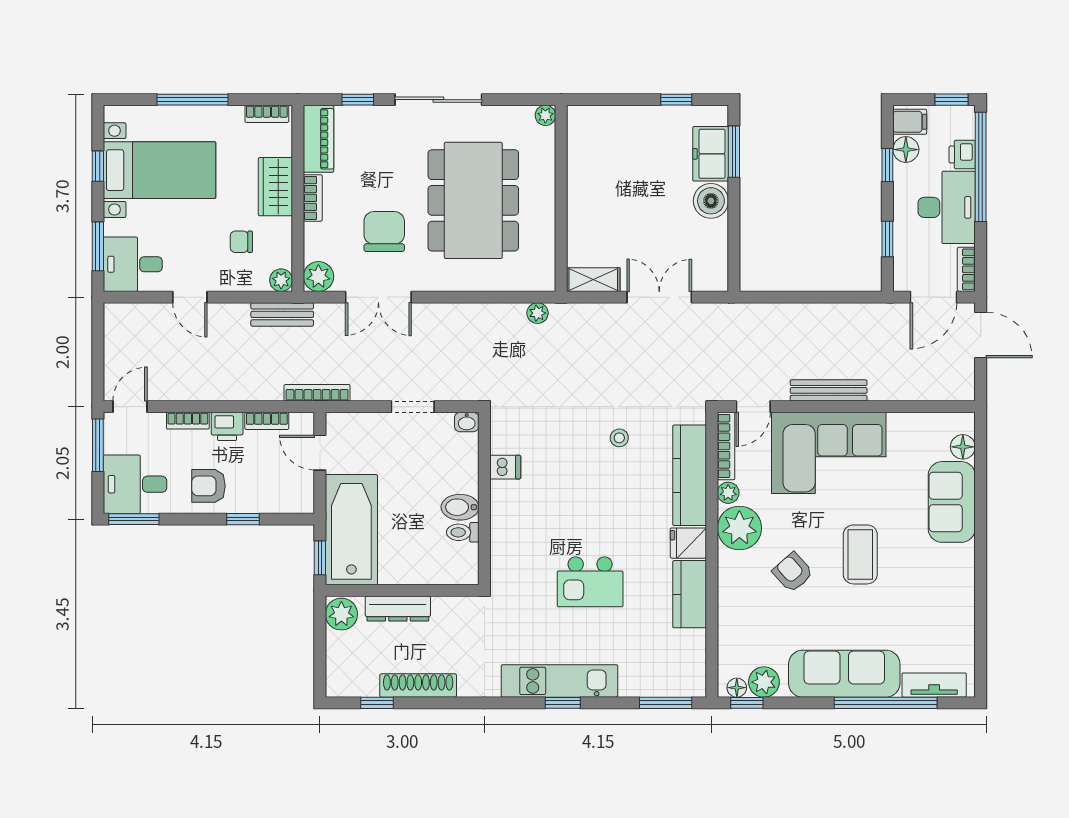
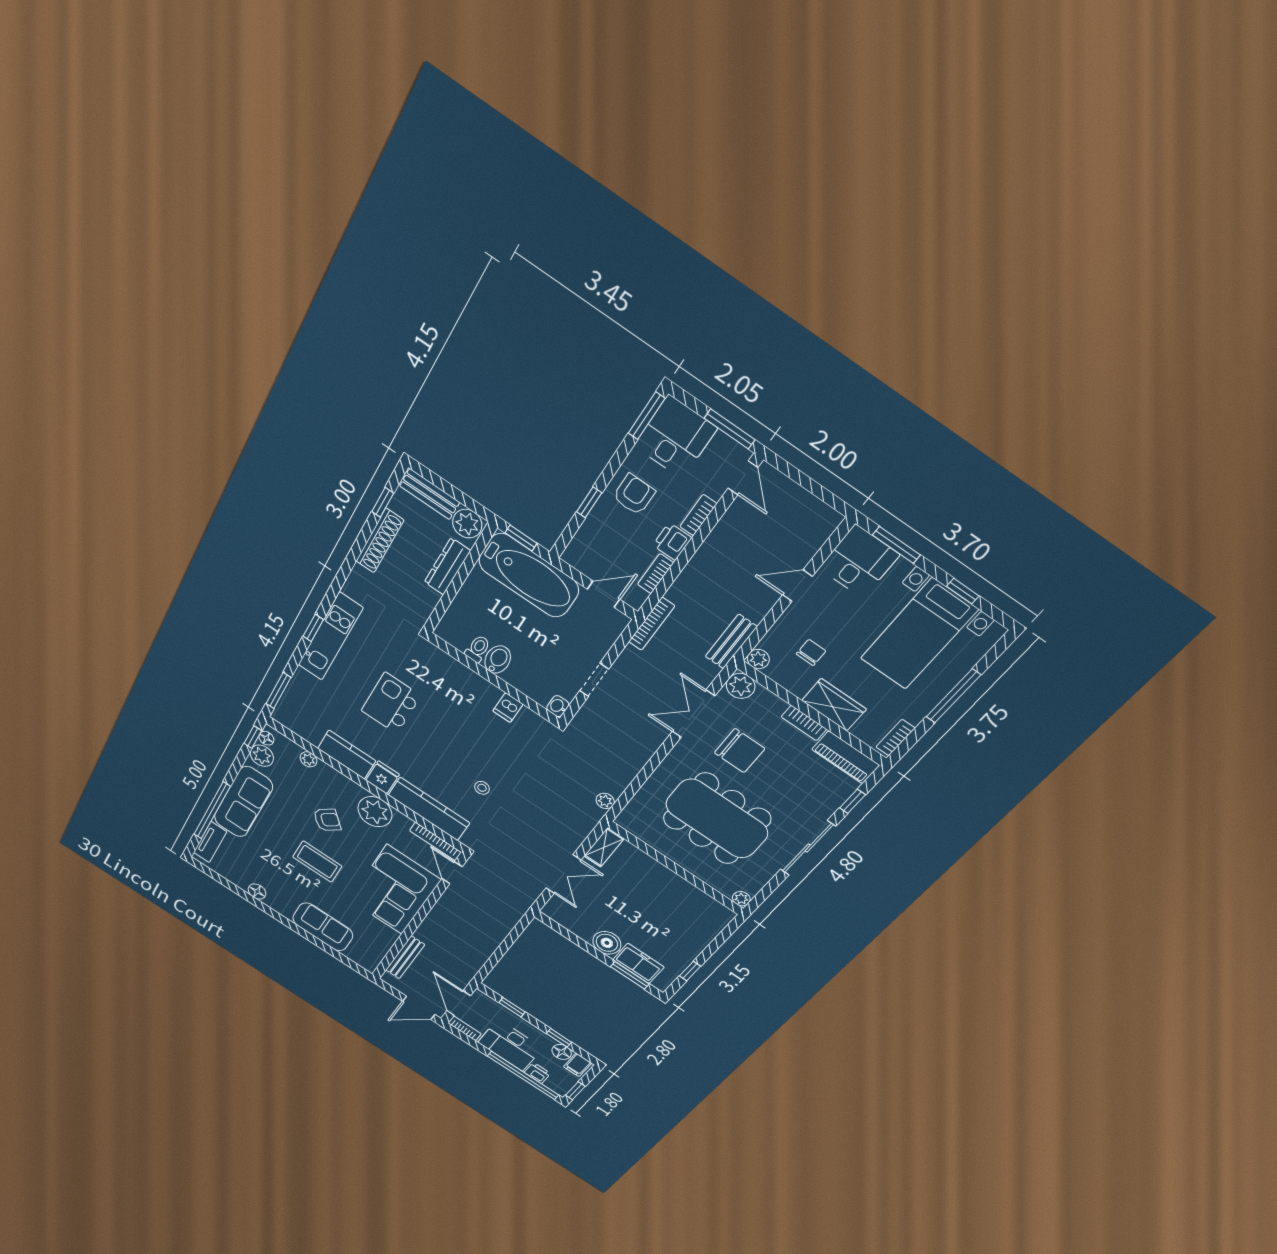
bench: (829, 390) -> (405, 957), moved
floor lamp: (963, 447) -> (257, 892), moved
plant: (728, 493) -> (308, 759), moved
bench: (337, 664) -> (430, 494), added

